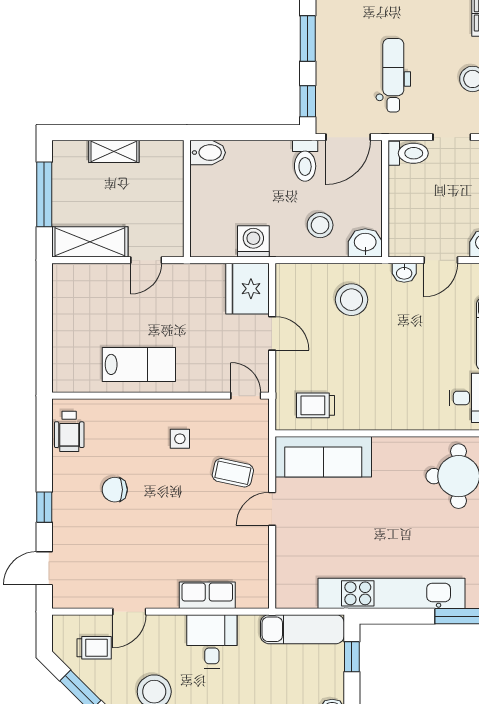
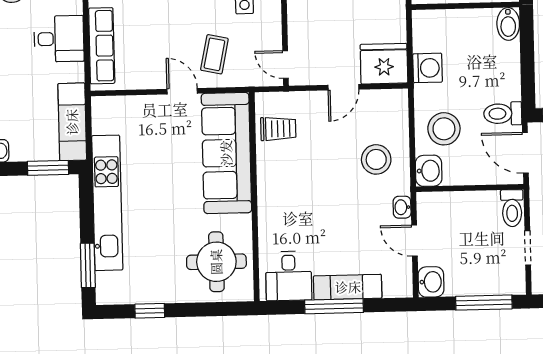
stool: (320, 225) -> (444, 129), width x1.38, depth x1.38
door: (246, 396) -> (286, 64), swing flipped
trolley: (315, 405) -> (278, 129), turned 90
sofa: (323, 457) -> (226, 153), width x1.36, depth x1.27
row of seats: (207, 595) -> (102, 46), width x1.48
window: (352, 657) -> (48, 168), width x1.50

